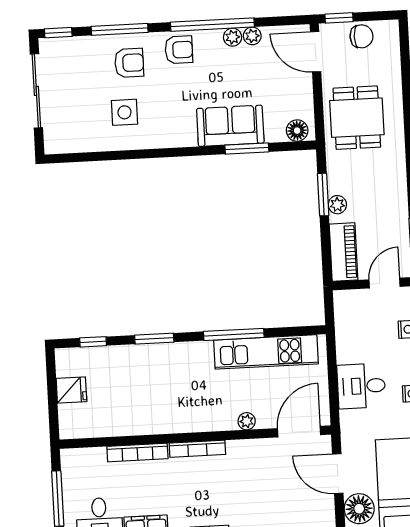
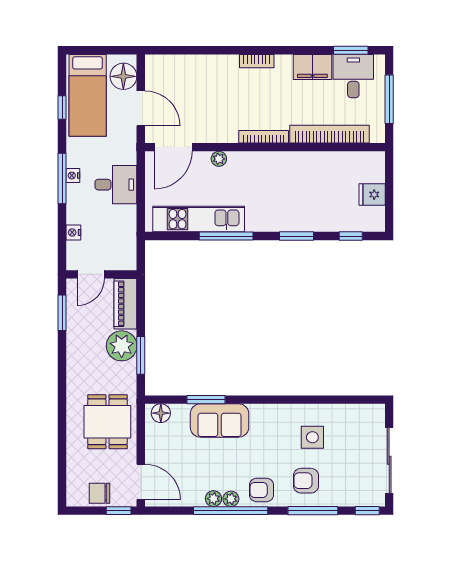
plant: (252, 36) -> (231, 499), moved
plant: (337, 205) -> (122, 346), width x1.88, depth x1.88
bookcase: (137, 452) -> (330, 134), width x1.48, depth x1.31

